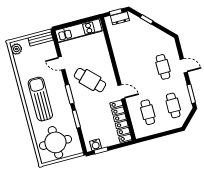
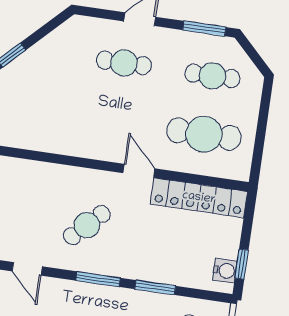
door: (62, 63) -> (27, 269), hinge flipped
cafe table: (90, 80) -> (87, 225), width x0.73, depth x0.74
door: (121, 92) -> (139, 171), hinge flipped
cafe table: (148, 112) -> (204, 134), width x1.37, depth x1.35

